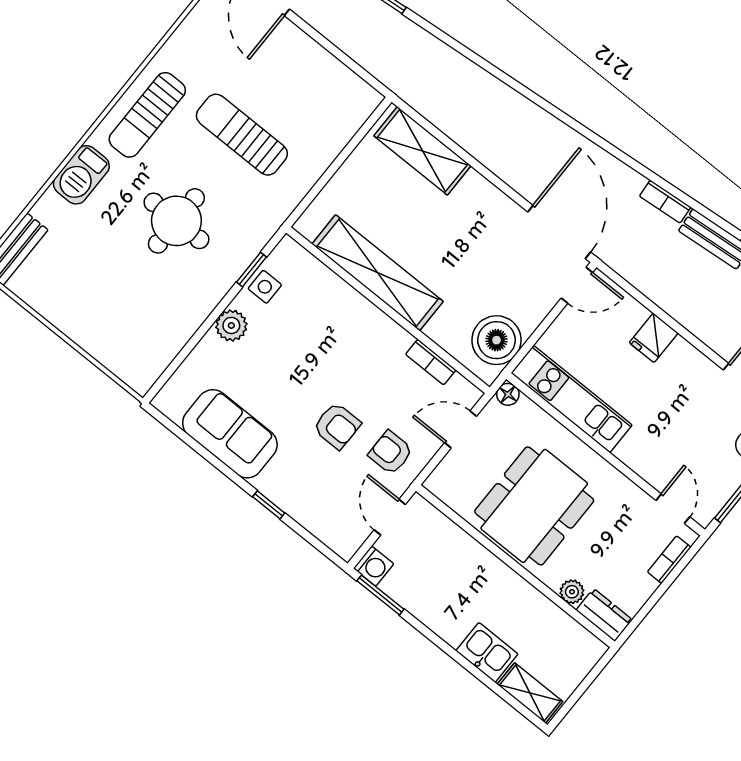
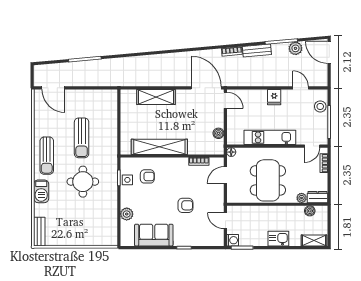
sun lounger: (242, 135) -> (82, 138), turned -90
shelving: (422, 151) -> (156, 97), moved
door: (577, 285) -> (225, 100), hinge flipped
plant: (231, 325) -> (127, 214), moved
fridge: (654, 338) -> (274, 97), moved
boiler: (496, 340) -> (218, 133), width x0.54, depth x0.54
kitchen unit: (572, 399) -> (270, 137), moved
armchair: (390, 453) -> (147, 176), moved, turned 180
door: (673, 509) -> (312, 146), swing flipped
boiler: (568, 630) -> (310, 211), added
kitchen sink: (487, 652) -> (278, 239), moved

